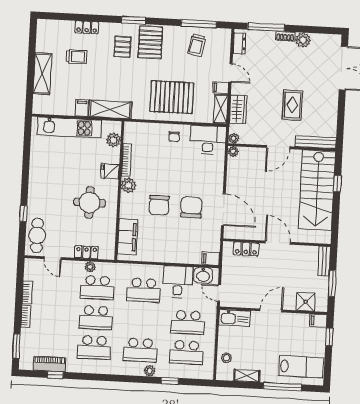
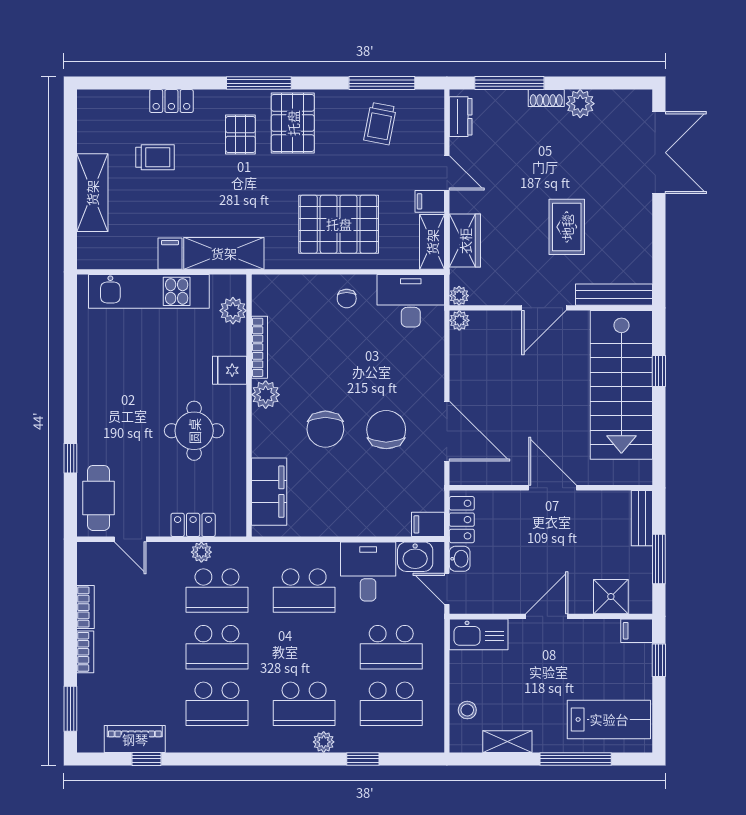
window: (133, 20) -> (259, 83), width x1.44
locker: (246, 249) -> (462, 520), moved, turned -90
washbasin: (227, 278) -> (460, 559), added

